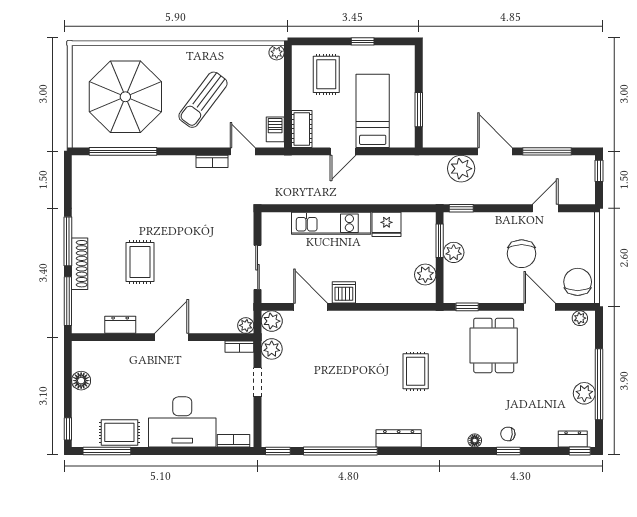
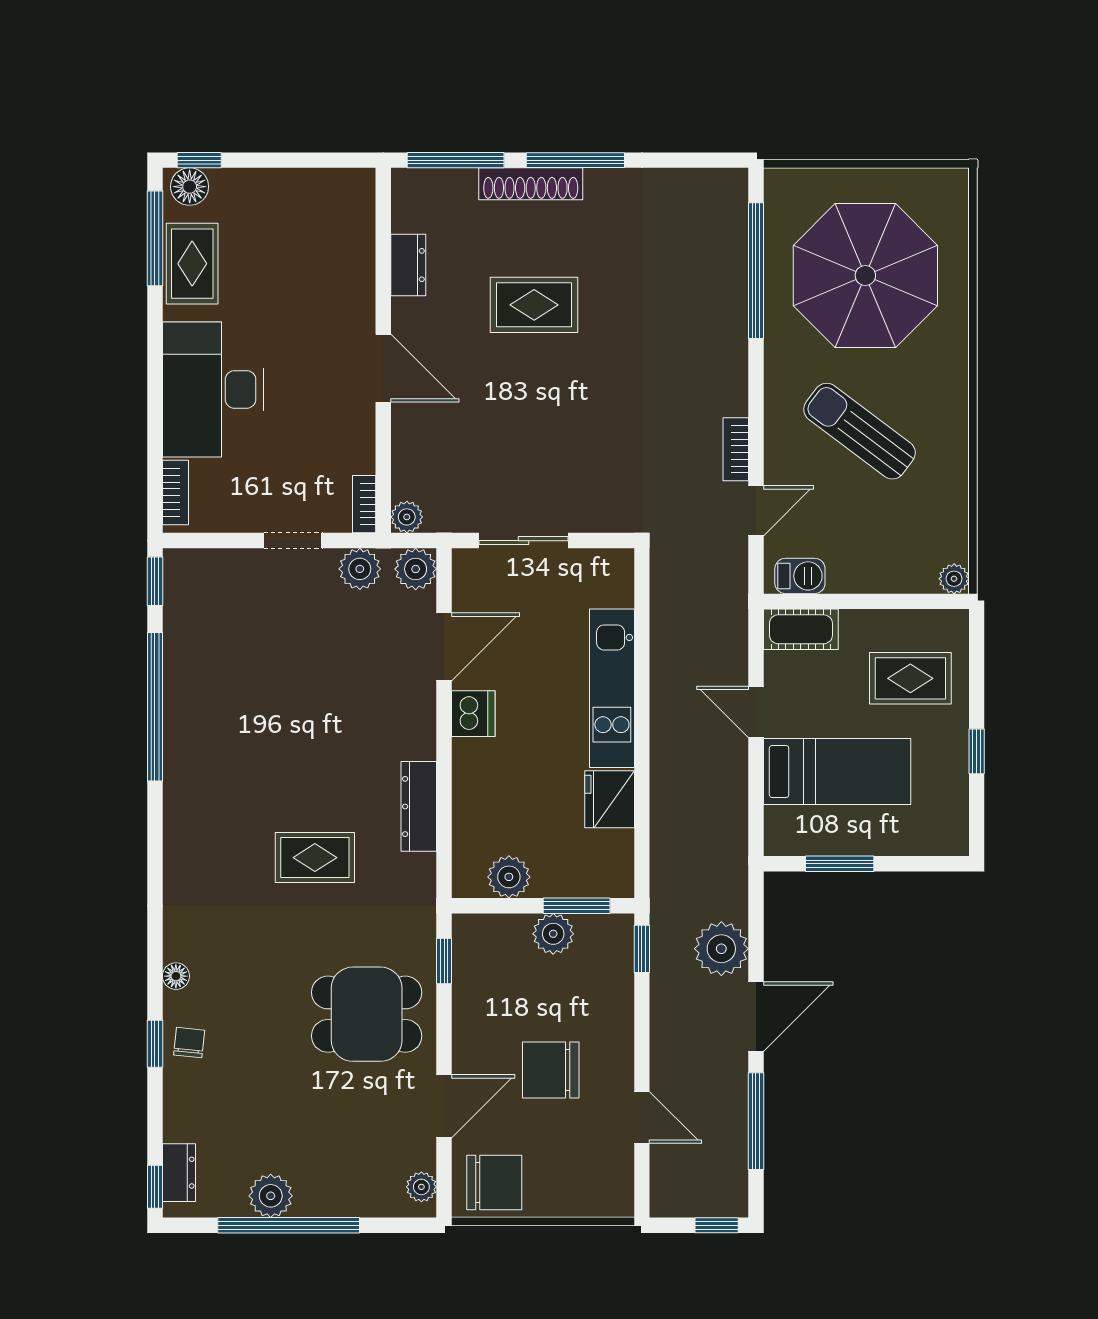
floor lamp: (81, 381) -> (190, 187), moved
dresser: (399, 438) -> (419, 806), moved, turned 180

